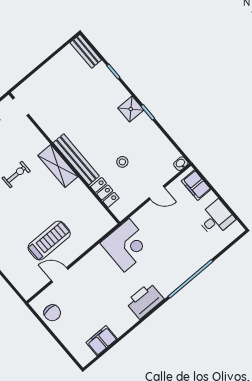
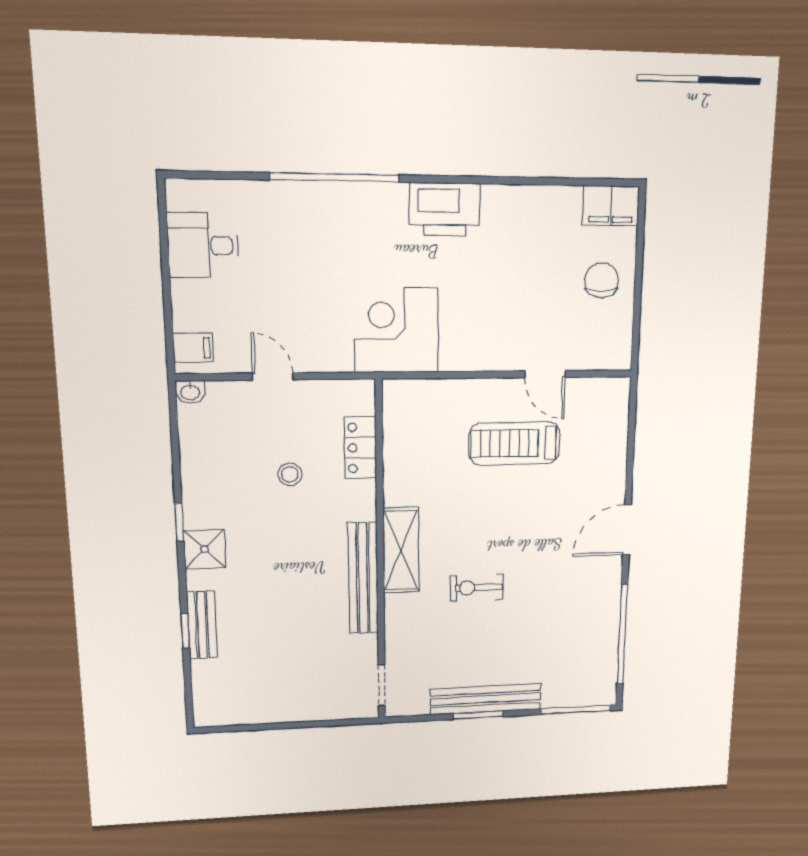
bench: (86, 51) -> (202, 625), moved
bench: (76, 159) -> (363, 578), moved
filing cabinet: (196, 185) -> (193, 348), width x0.50
chair: (52, 313) -> (601, 280), moved
filing cabinet: (102, 341) -> (611, 206), moved

